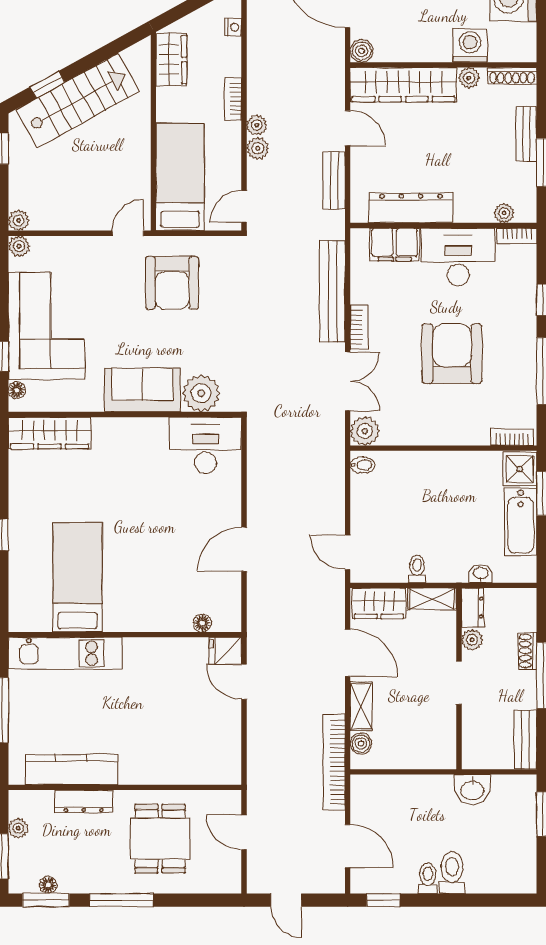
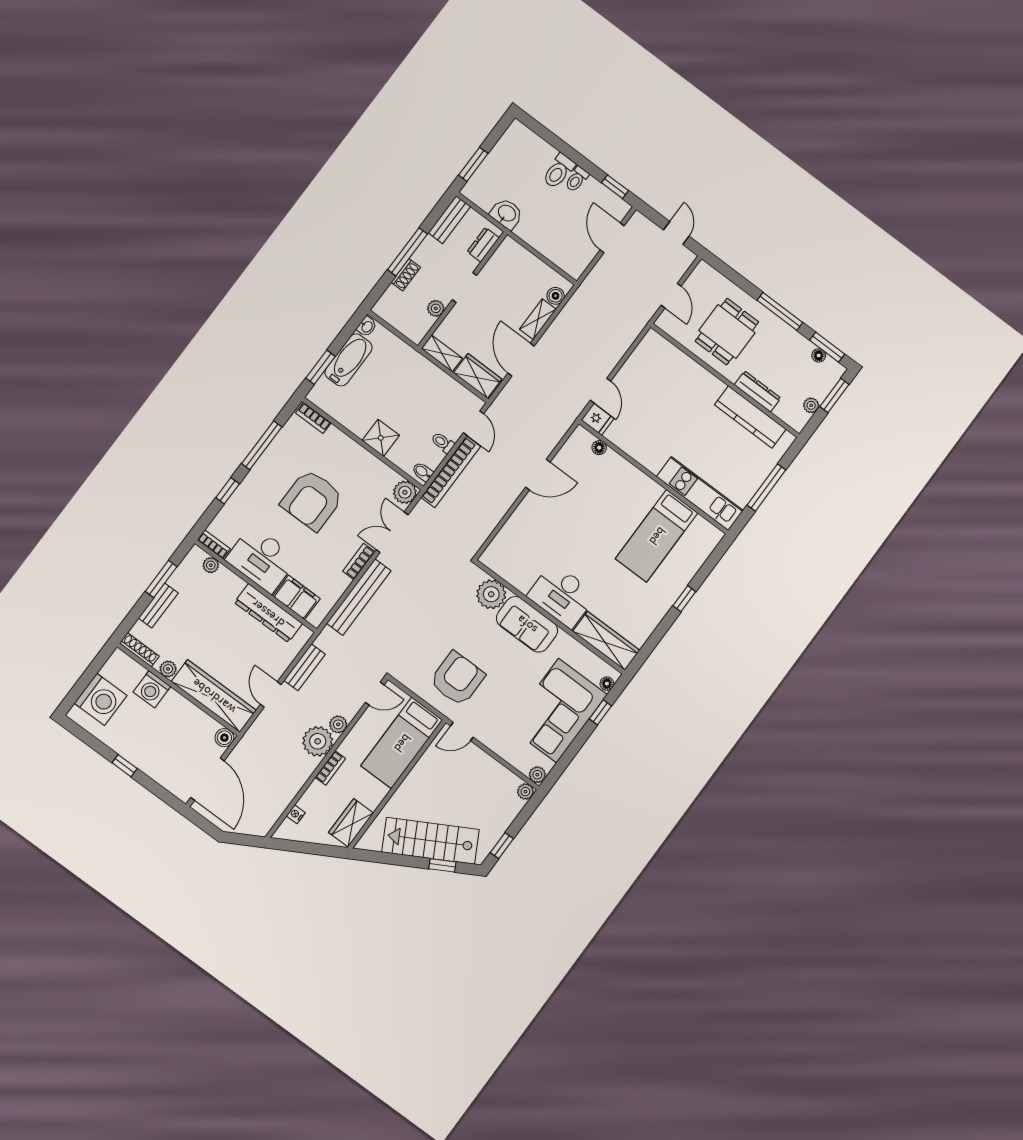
plant: (257, 125) -> (318, 741), width x1.87, depth x1.87
desk: (205, 445) -> (562, 595), moved
shower: (520, 469) -> (381, 438), moved
toilet: (417, 569) -> (443, 443), moved, turned 90
washbasin: (481, 574) -> (367, 327), moved, turned -90
dresser: (473, 608) -> (483, 245), moved
bookcase: (334, 762) -> (451, 472), moved

